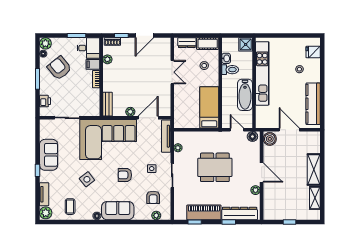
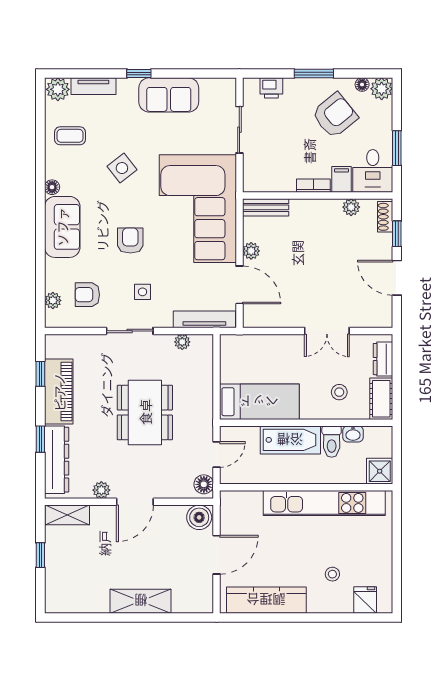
bathtub: (245, 95) -> (290, 440), moved, turned 180
shelving: (315, 198) -> (67, 515), moved

